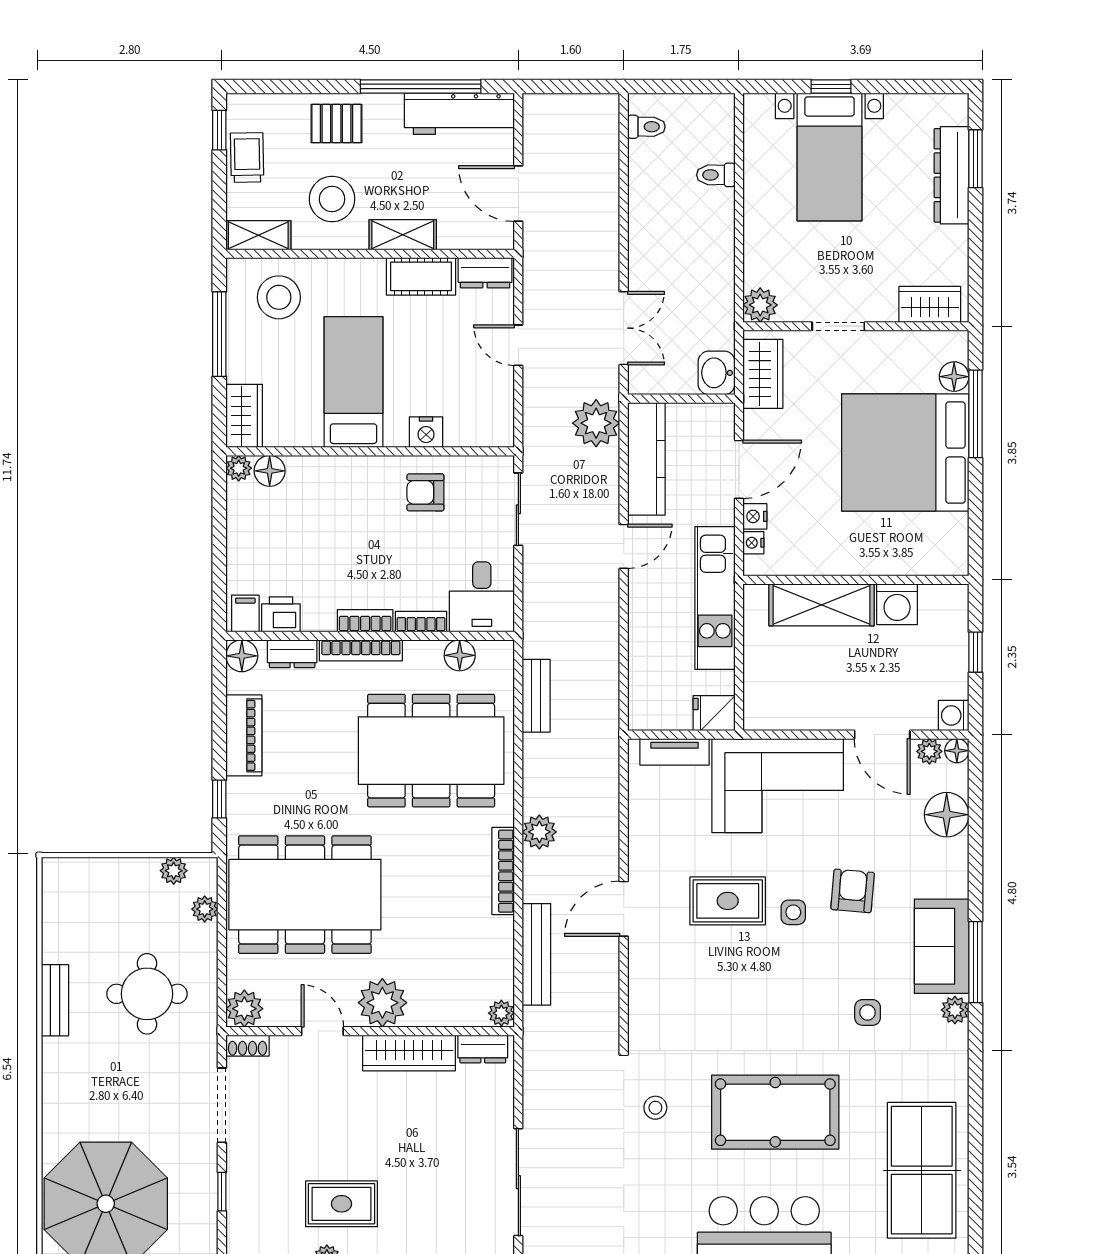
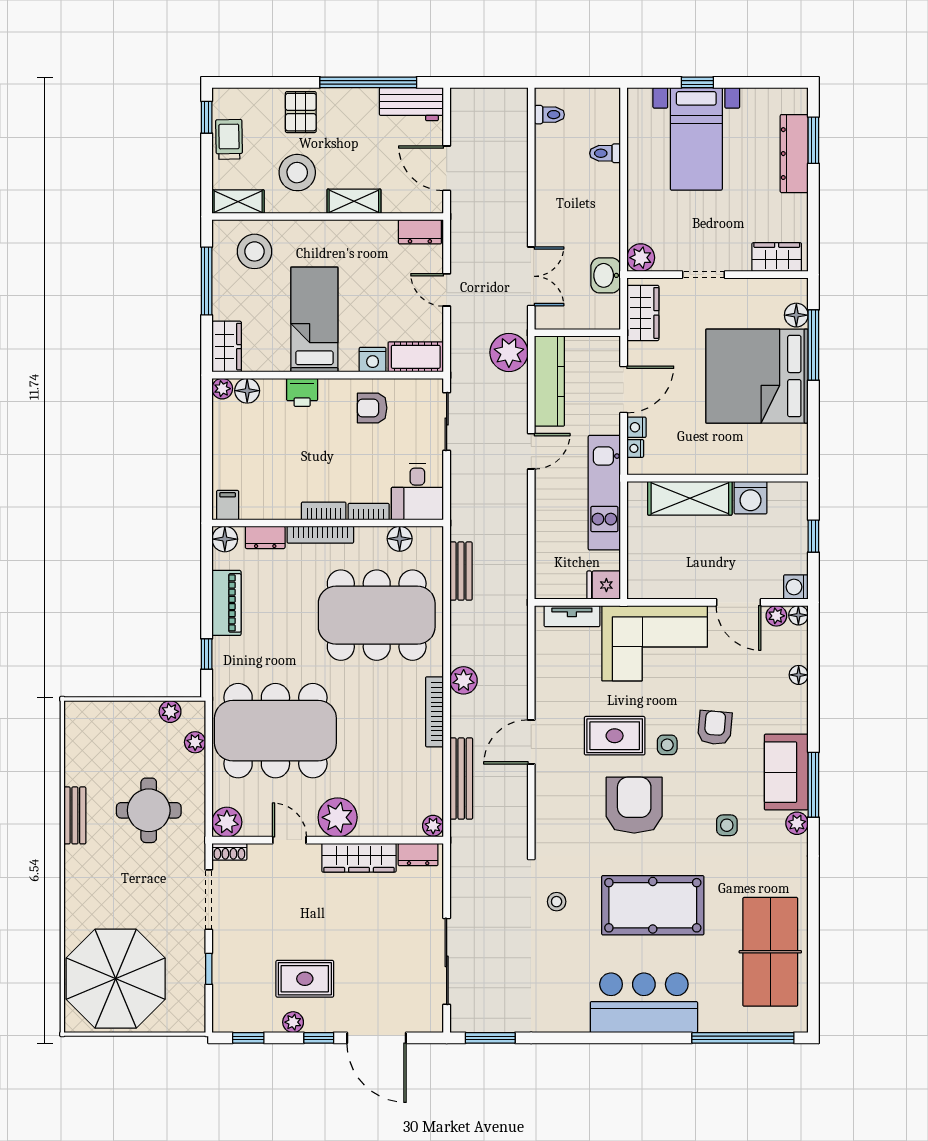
workbench: (459, 114) -> (411, 104), width x0.73
pallet: (336, 124) -> (301, 112), turned 90
cot: (421, 276) -> (416, 357), moved
washbasin: (717, 373) -> (606, 275), moved
printer: (281, 614) -> (302, 392), moved, turned 180
floor lamp: (947, 815) -> (799, 675), width x0.53, depth x0.53
armchair: (752, 987) -> (634, 805), added

